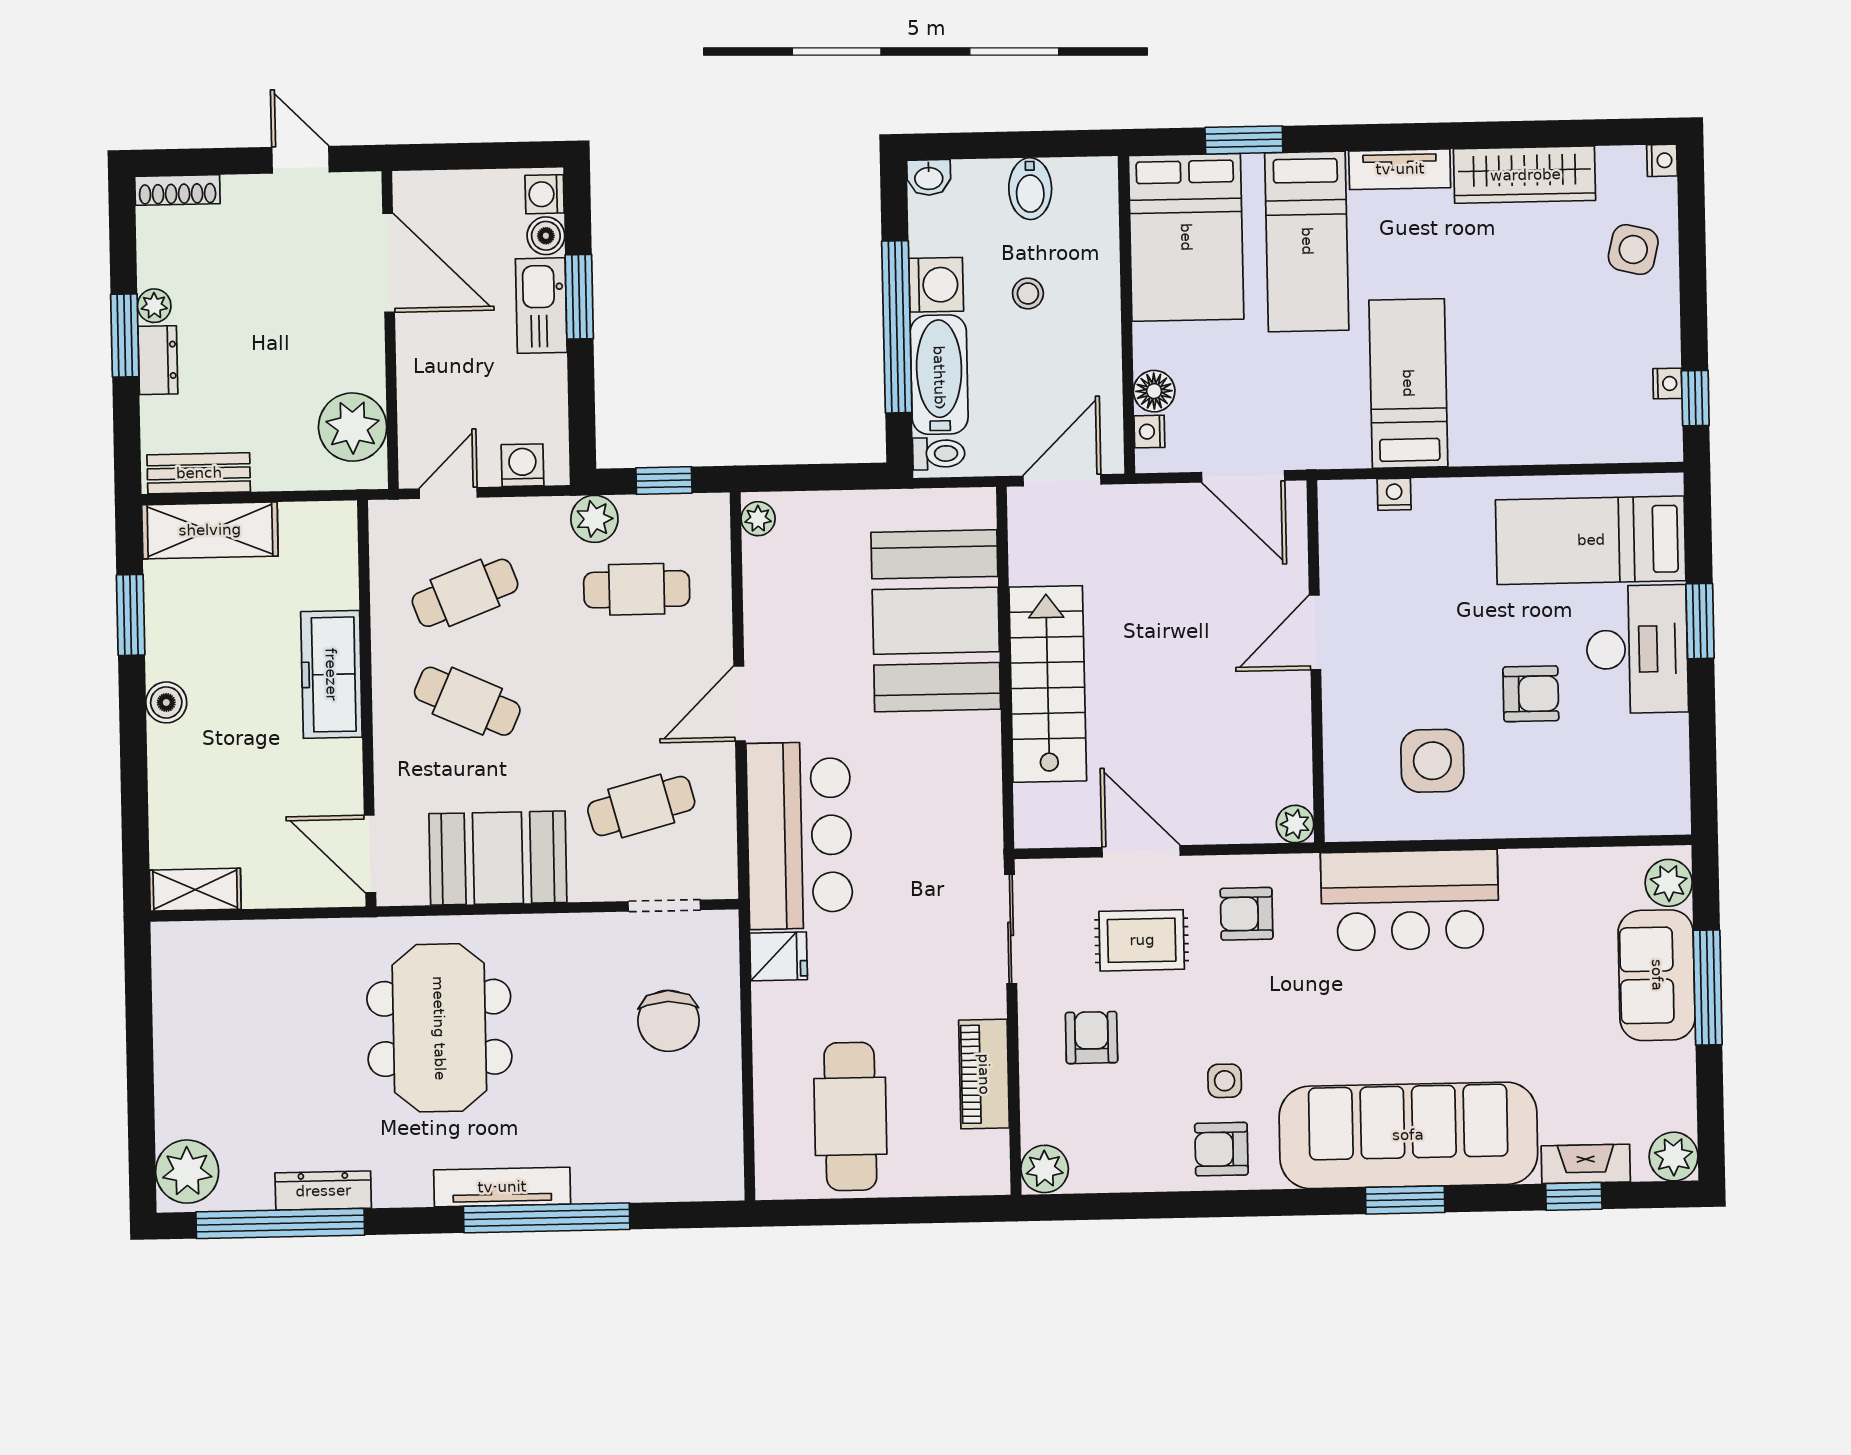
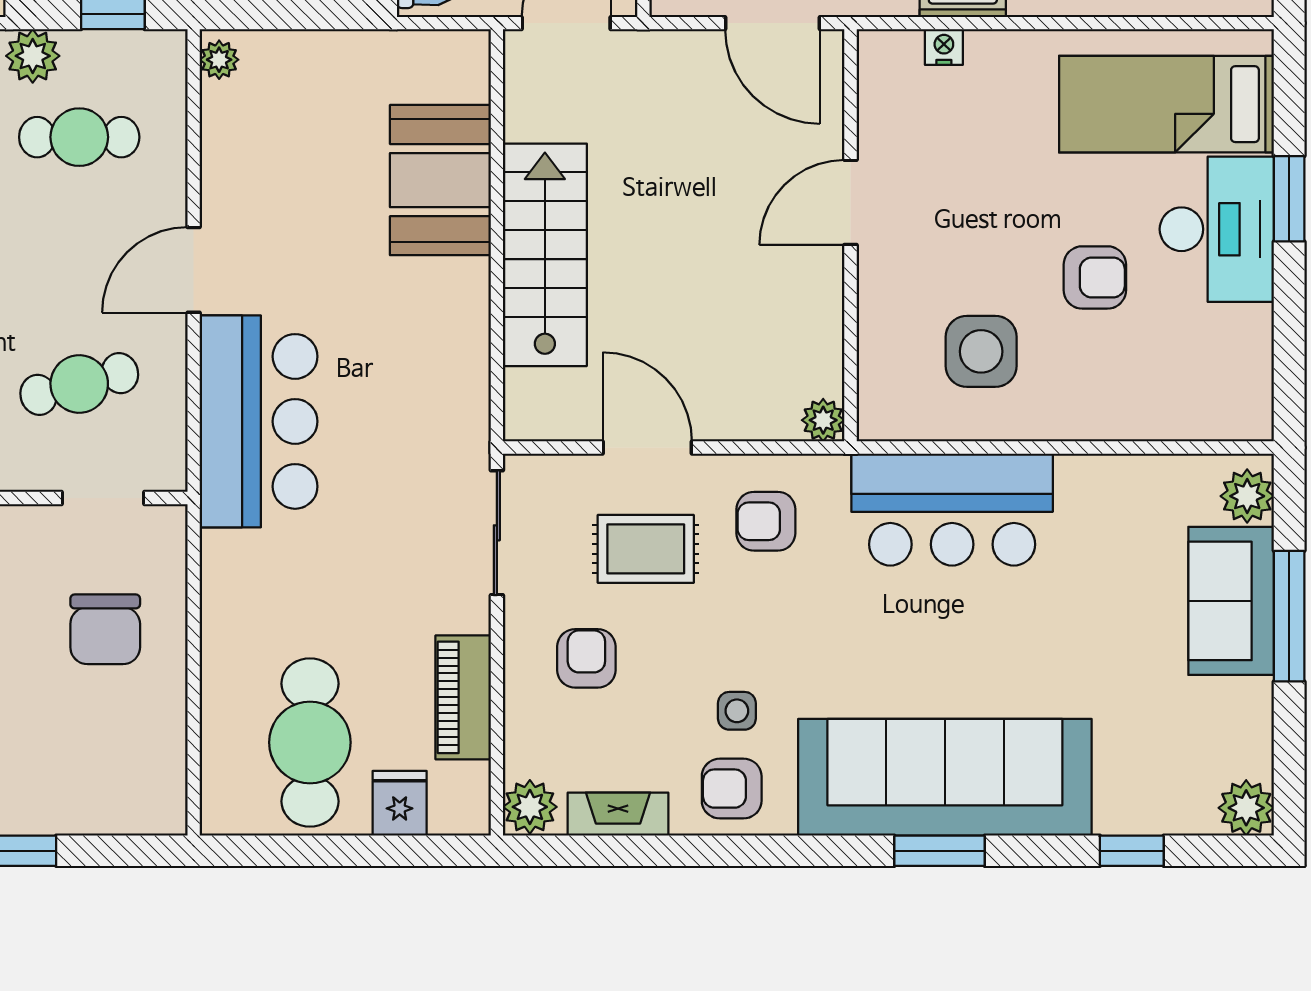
booth: (936, 621) -> (440, 180), width x0.73, depth x0.70
fridge: (779, 956) -> (400, 803), moved, turned -90
fireplace: (1586, 1164) -> (618, 814), moved

